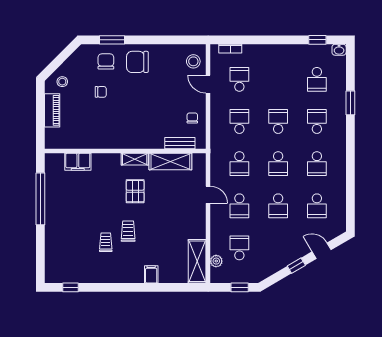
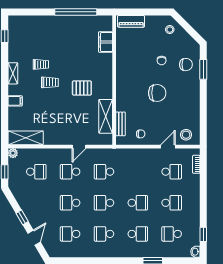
chair: (137, 62) -> (157, 93), moved, turned 90
piano: (52, 110) -> (131, 21), moved
school desk: (239, 121) -> (172, 203), moved
shelving: (135, 159) -> (13, 73), moved
plant: (216, 261) -> (13, 153), moved

